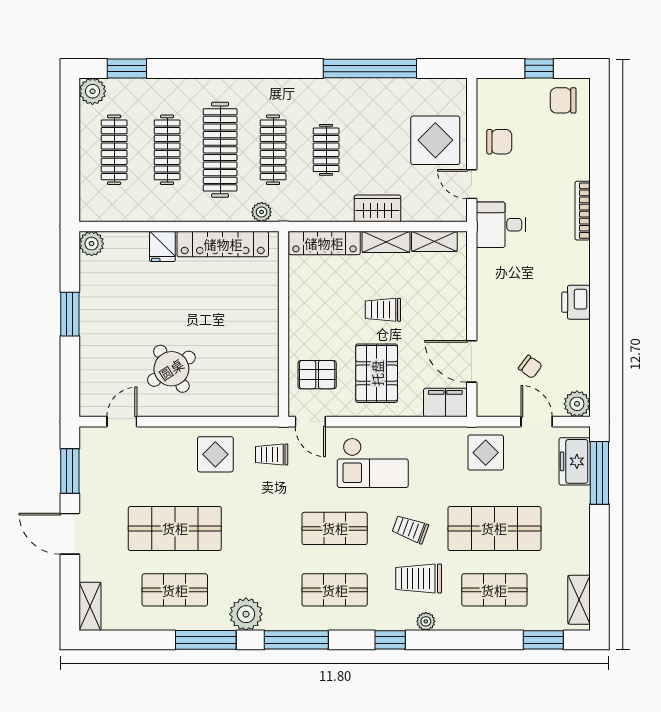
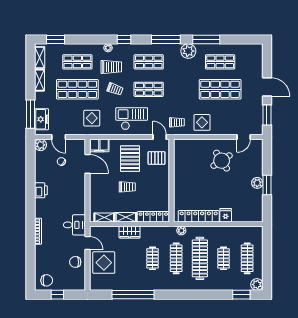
clothes rail: (167, 150) -> (223, 258), width x0.73
plant: (92, 244) -> (257, 183), moved
display table: (486, 453) -> (92, 118), moved
shelving: (90, 606) -> (40, 80), moved

